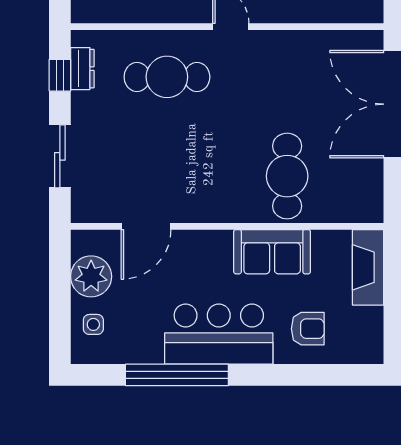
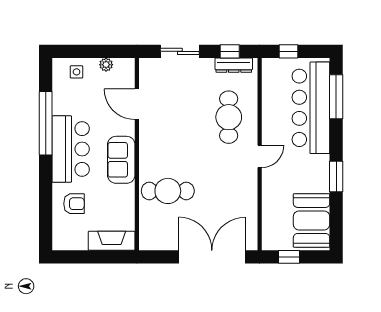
dresser: (82, 69) -> (234, 65), width x1.44
sofa: (272, 252) -> (121, 160), moved
plant: (91, 276) -> (106, 65), width x0.53, depth x0.53
armchair: (308, 329) -> (74, 204), turned -90

